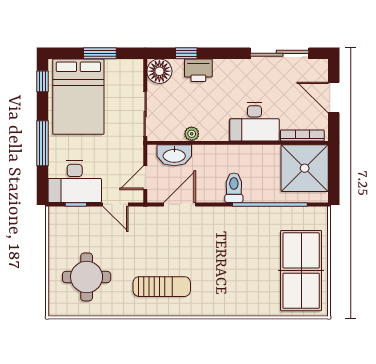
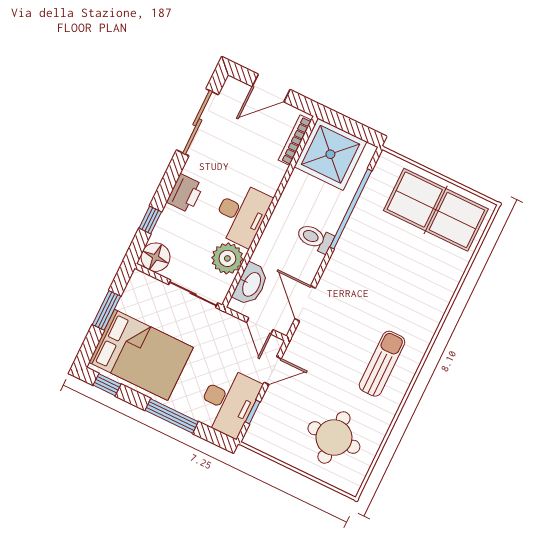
printer: (198, 70) -> (185, 193), moved
desk: (254, 122) -> (241, 214), moved
plant: (192, 134) -> (227, 258), width x1.87, depth x1.87

